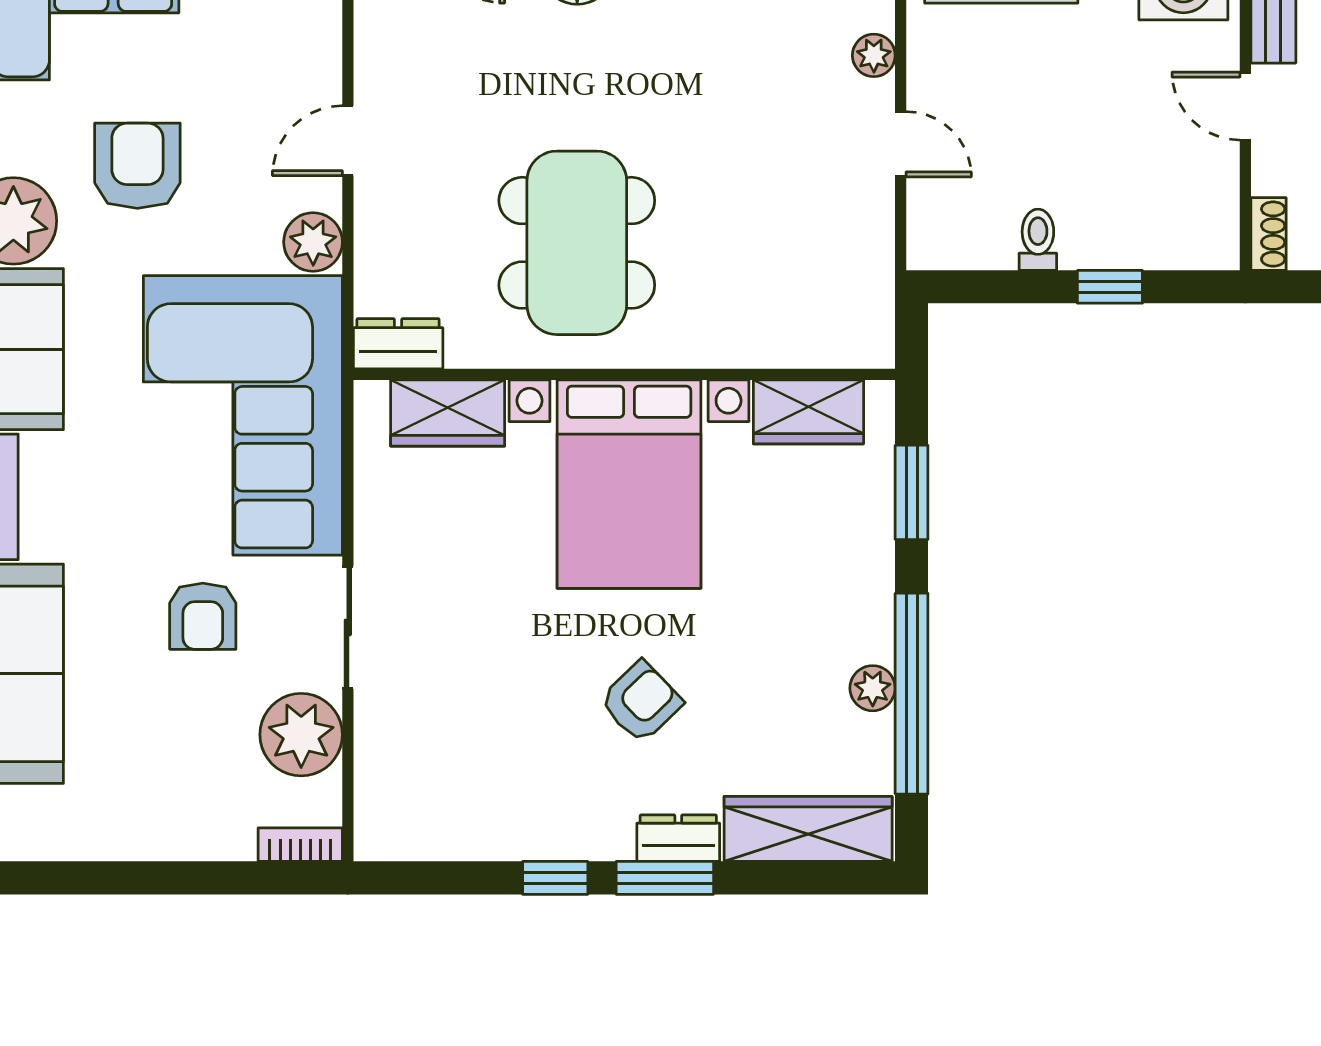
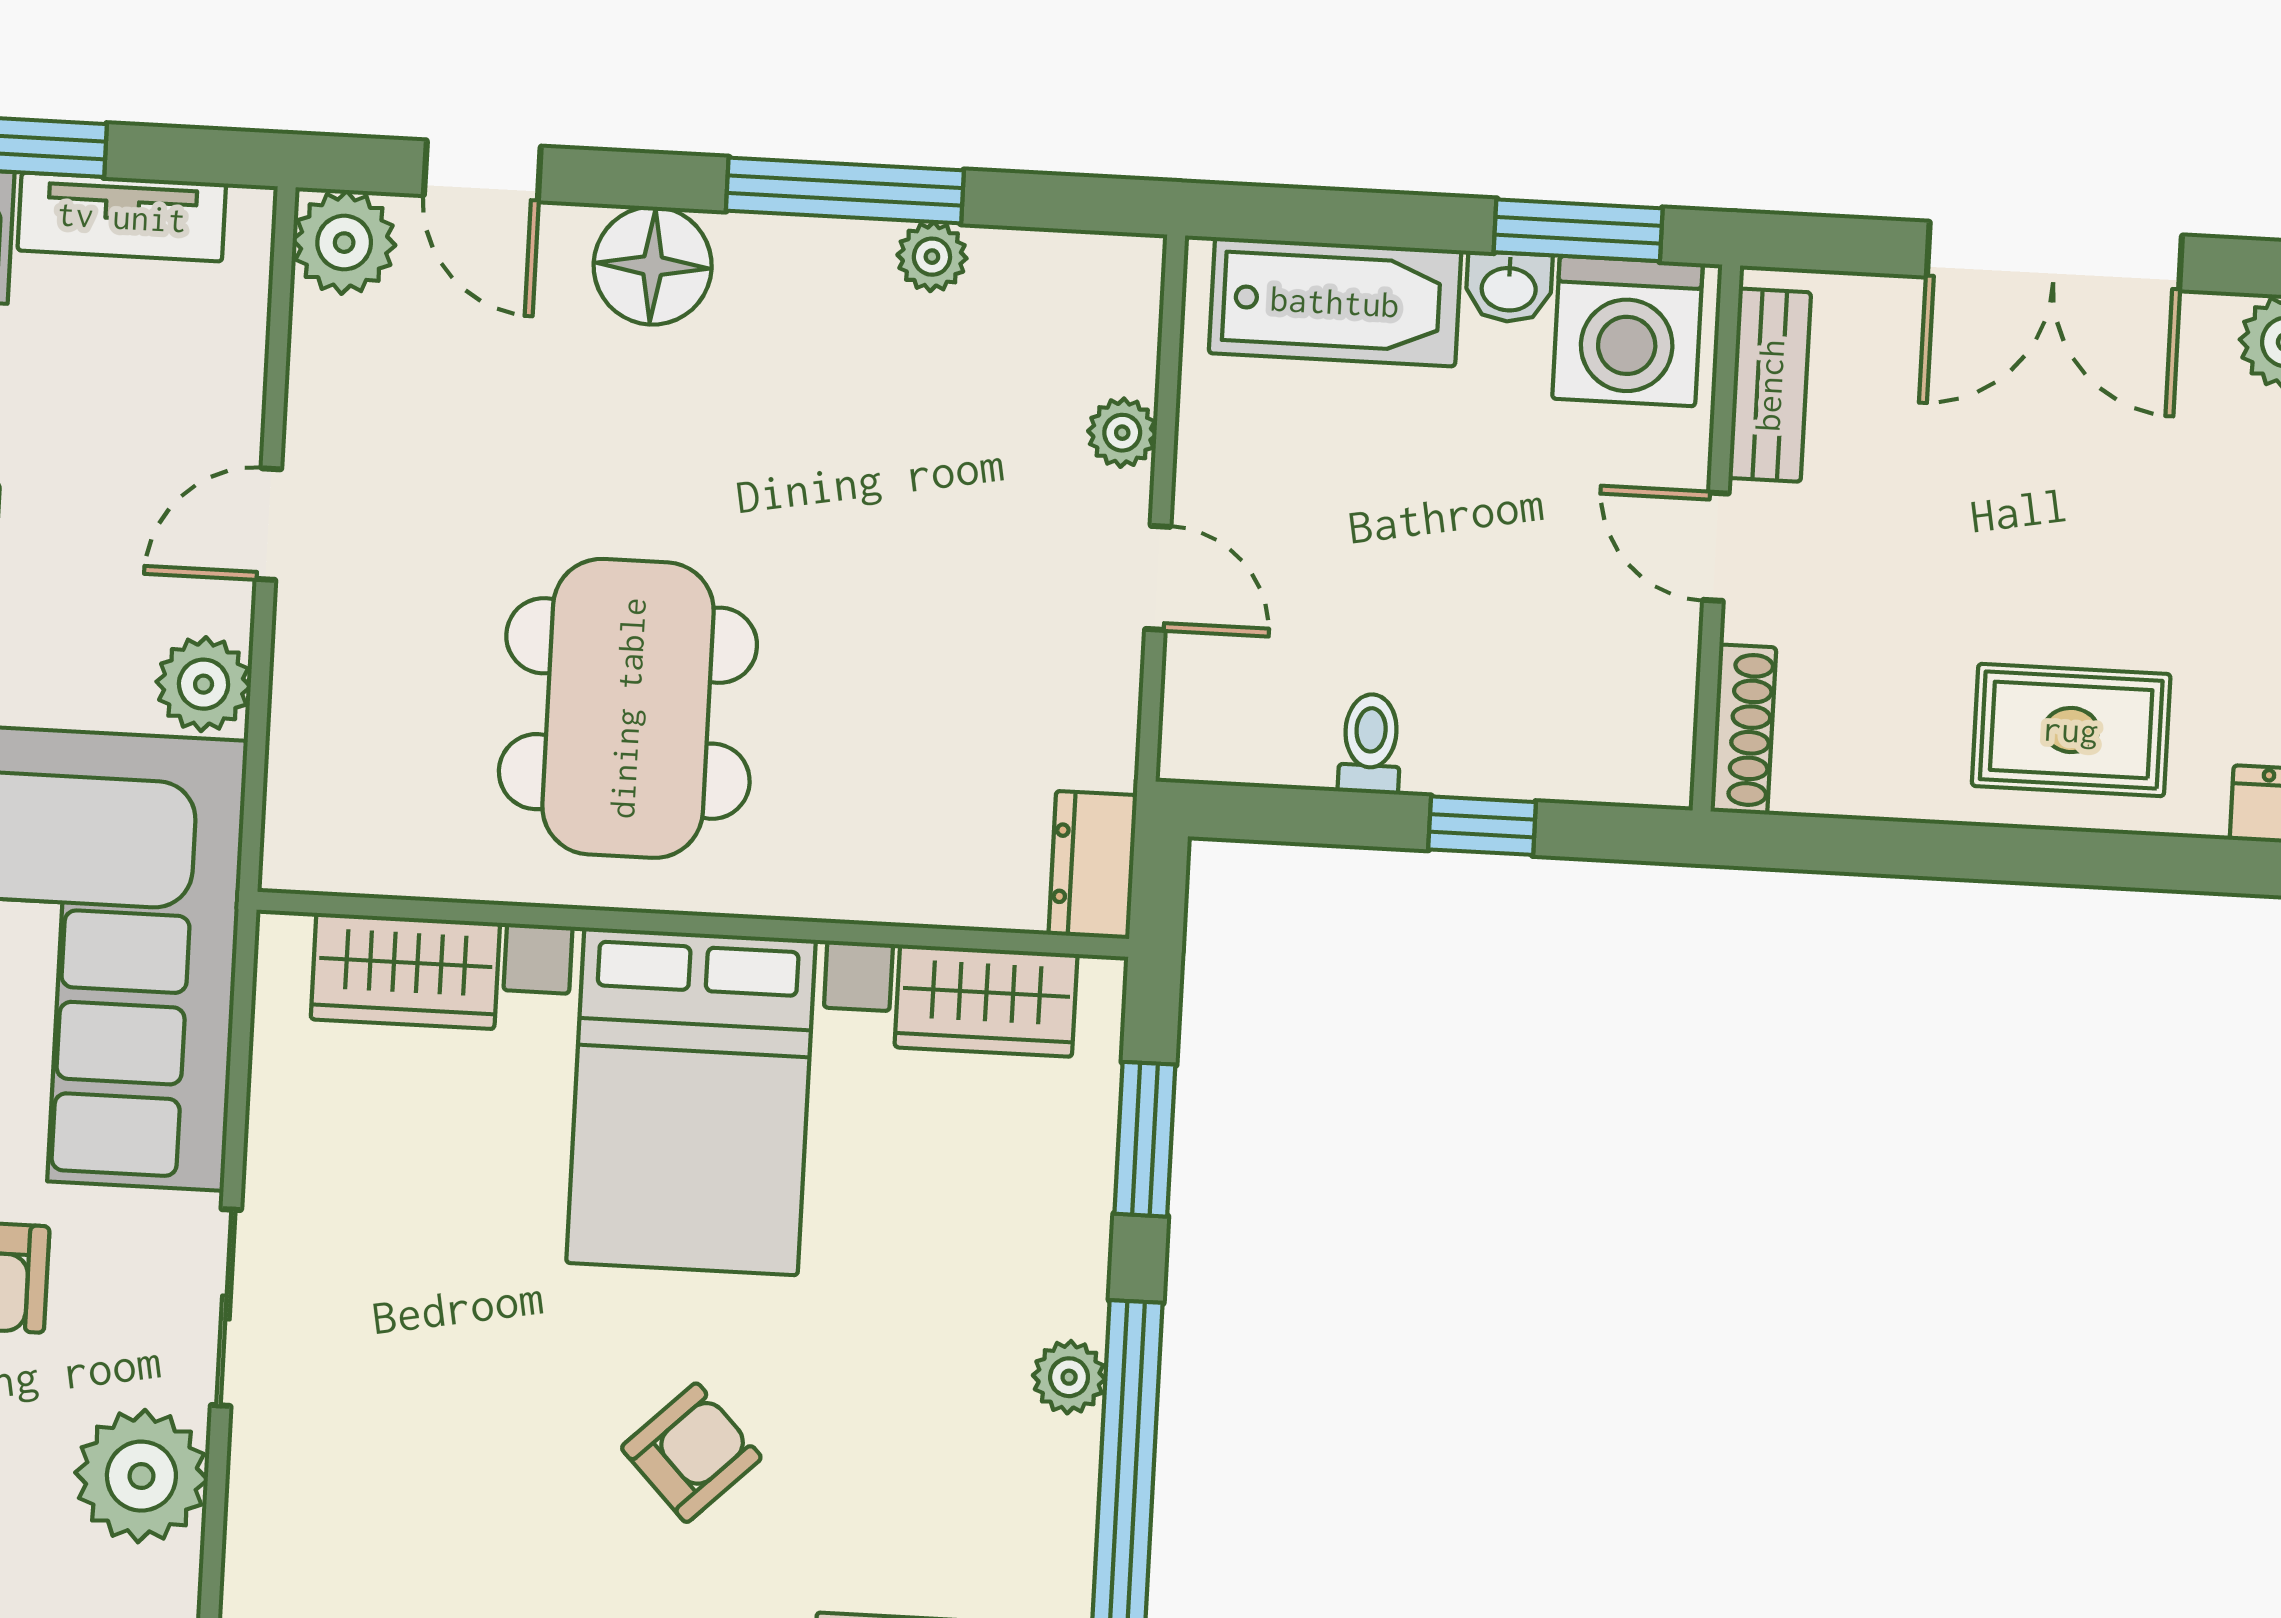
shoe rack: (1269, 234) -> (1743, 730), width x1.43
dresser: (398, 344) -> (1093, 865), moved, turned -90
plant: (873, 688) -> (1069, 1377), moved

